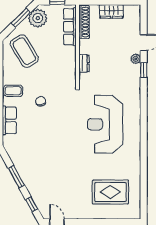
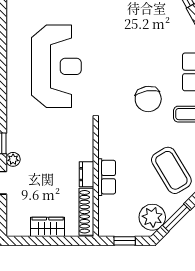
row of seats: (70, 27) -> (107, 177), moved, width x0.68
dresser: (84, 63) -> (87, 174), moved
chair: (41, 101) -> (148, 99), width x1.87, depth x1.87

